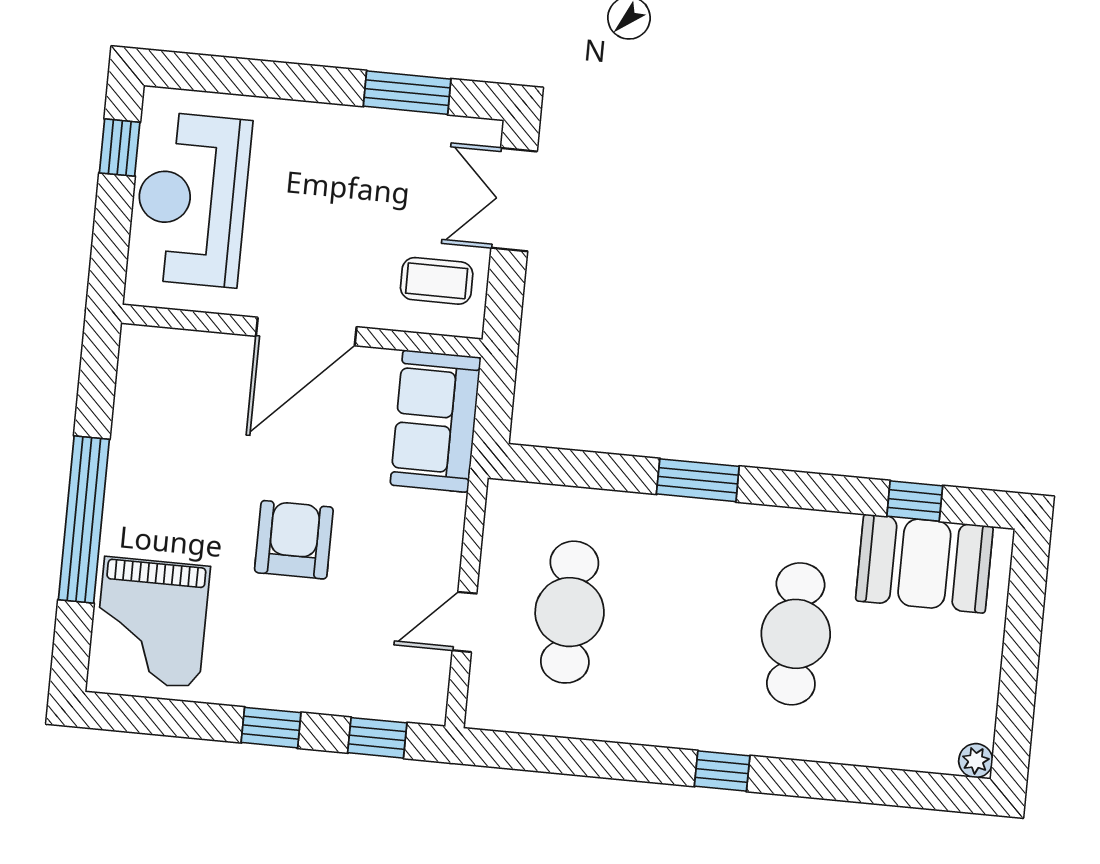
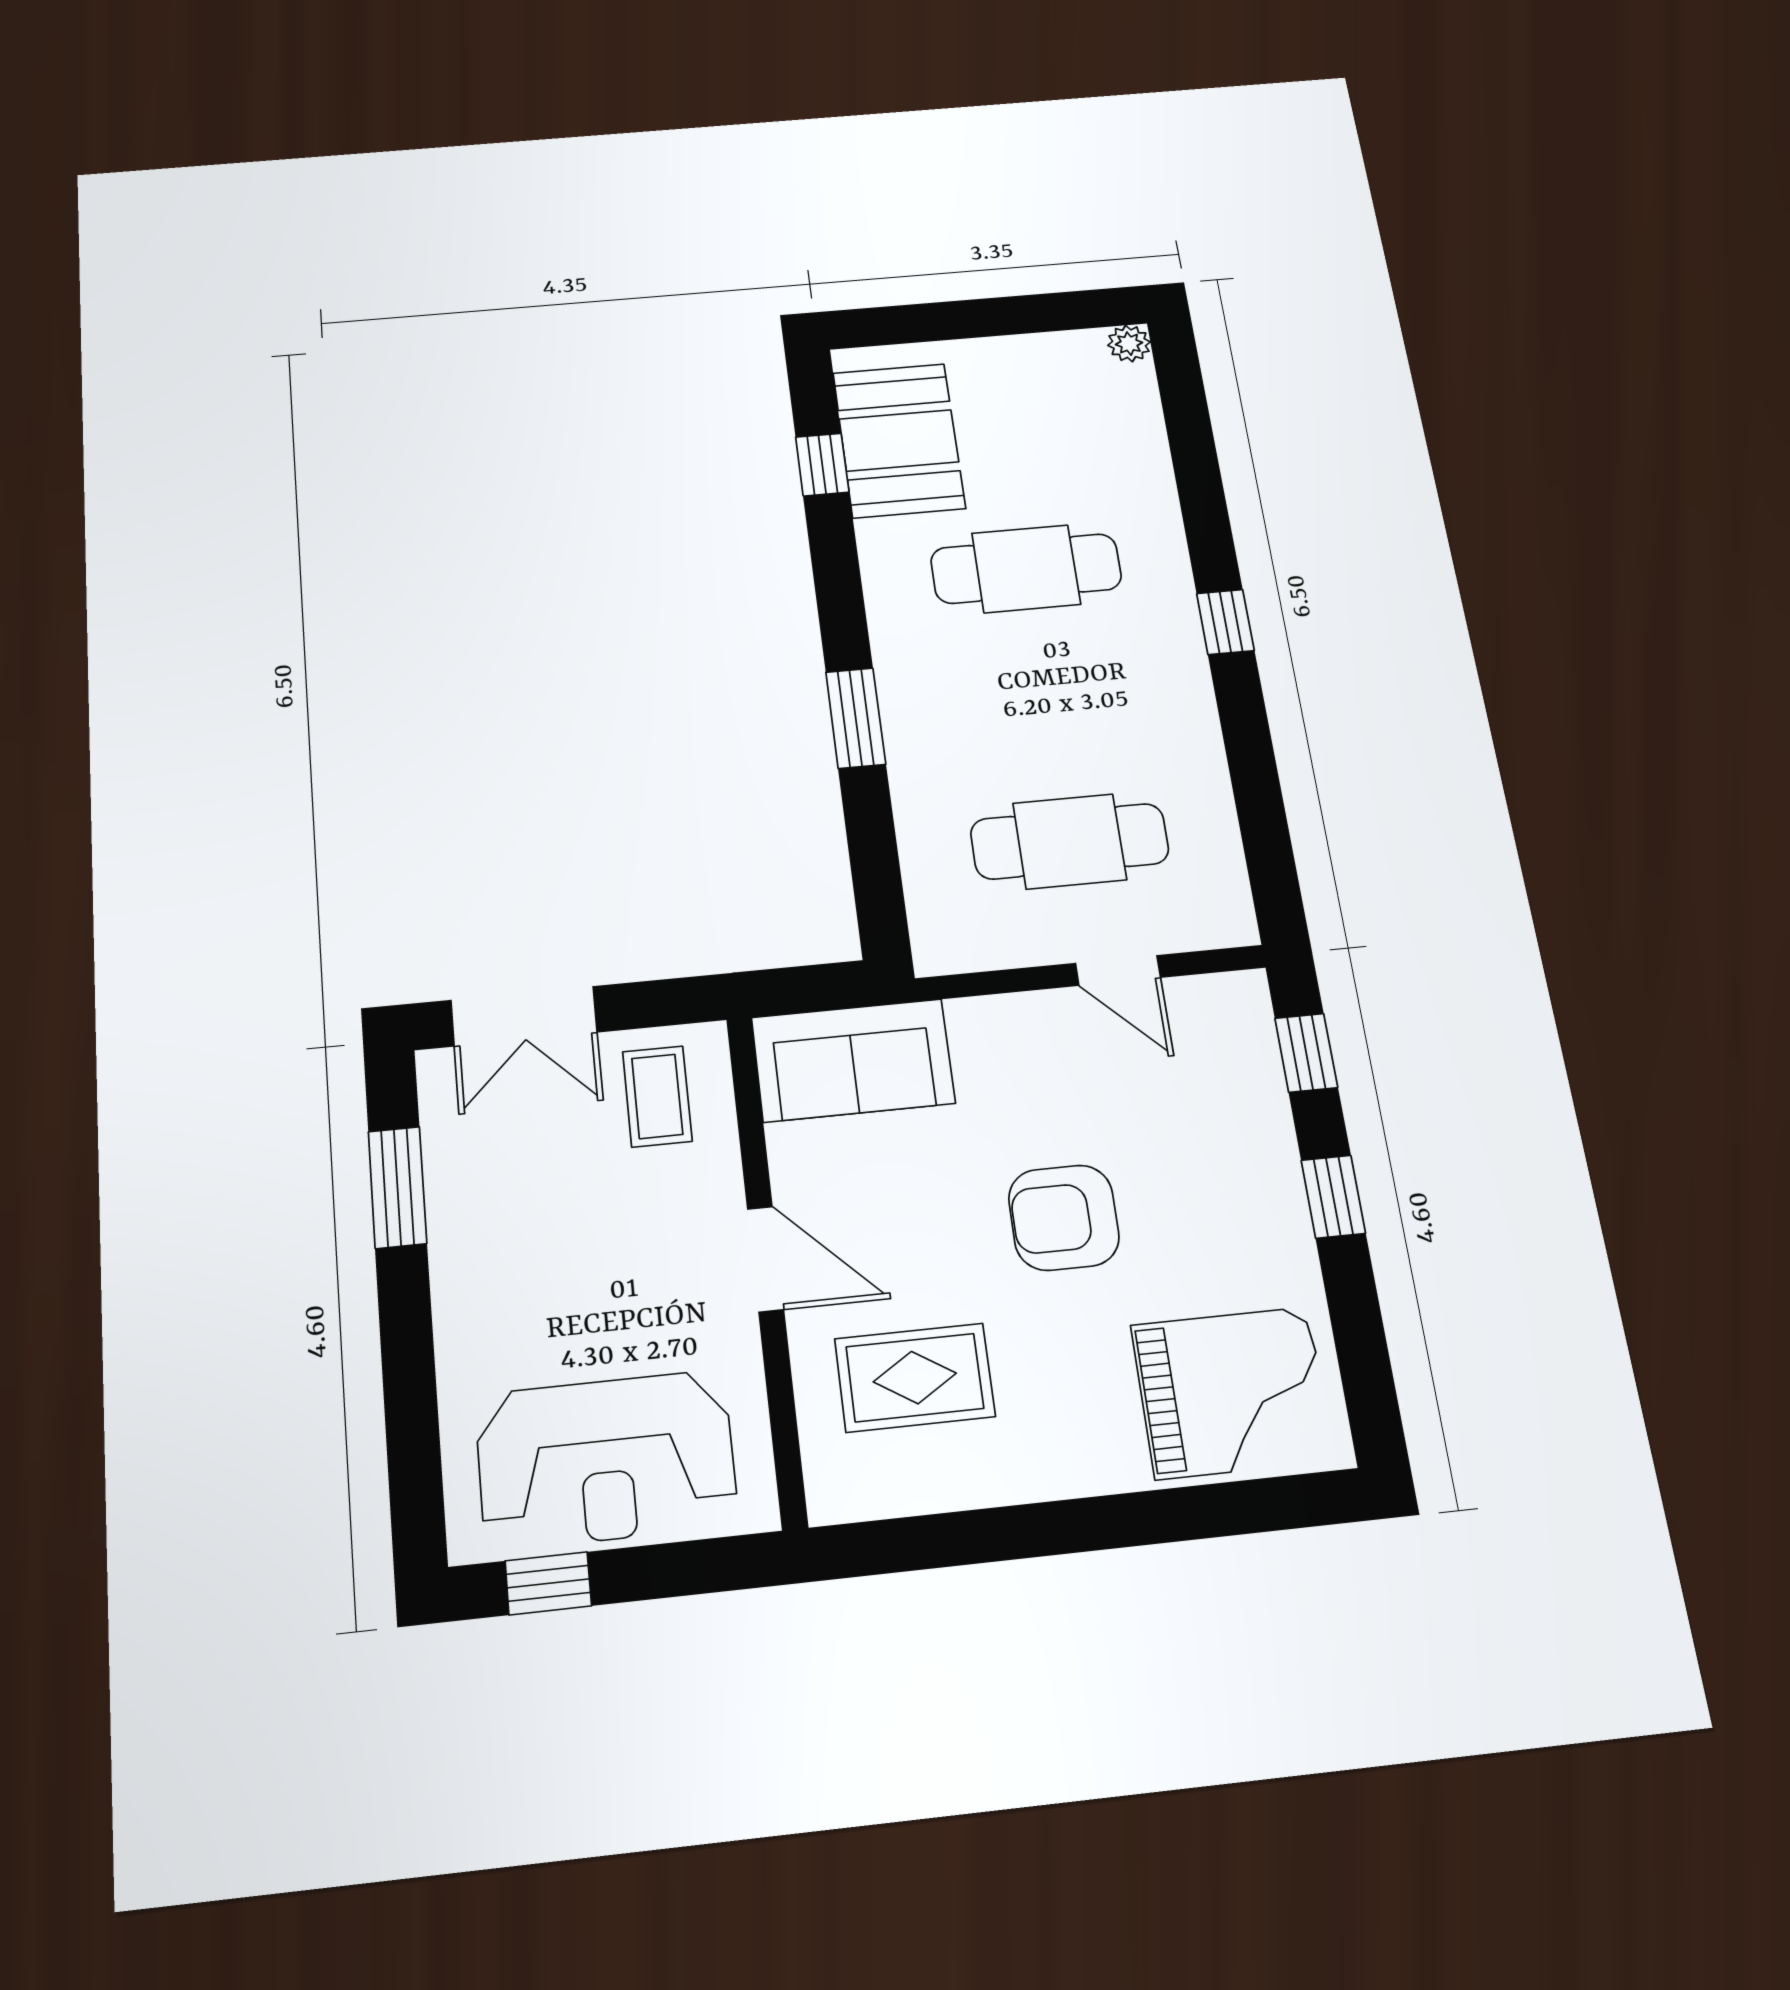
door: (306, 332) -> (765, 1259), width x0.73
rug: (205, 414) -> (915, 1378), added
window: (84, 520) -> (1110, 1522), removed

